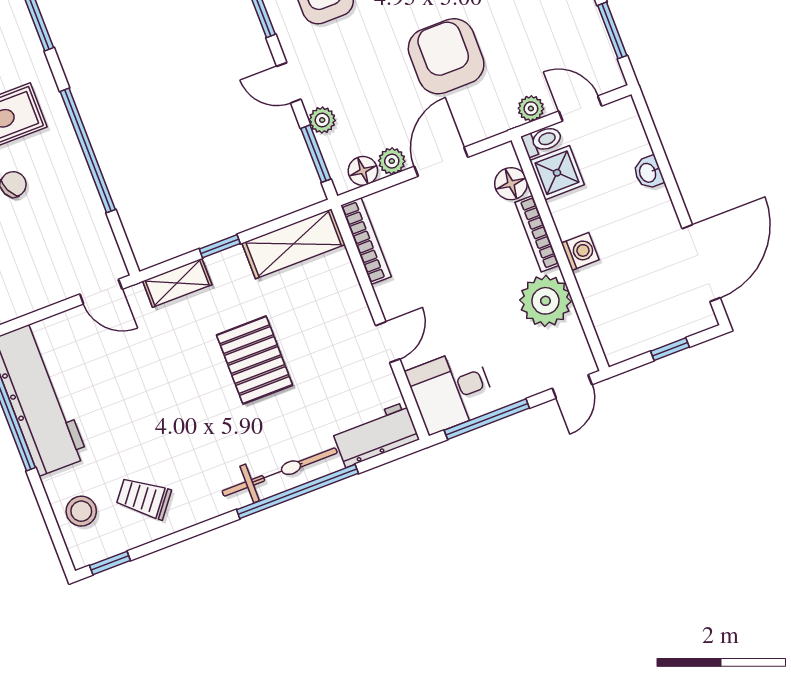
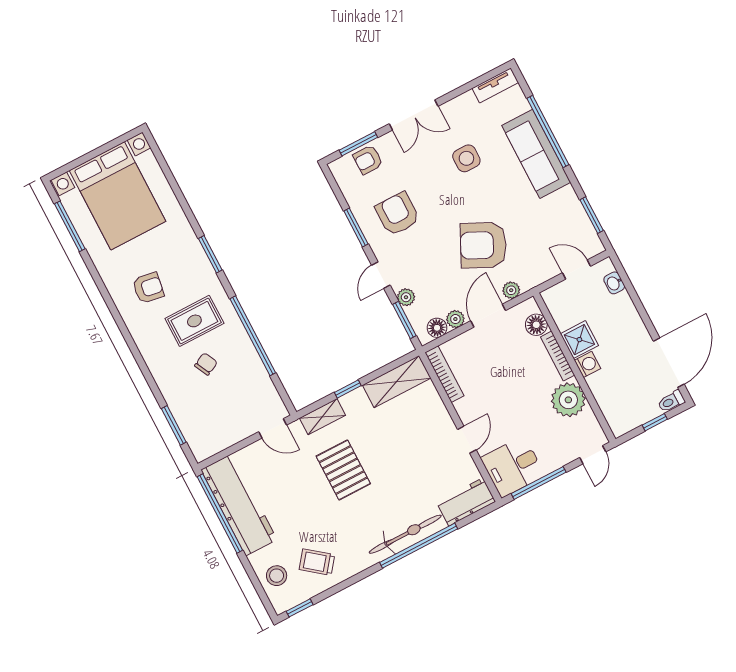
armchair: (446, 56) -> (483, 245), turned -64
door: (289, 83) -> (381, 275), hinge flipped
plant: (531, 108) -> (511, 290), moved
toilet: (542, 141) -> (671, 401), moved, turned 180
shower: (557, 173) -> (579, 340), moved
washbasin: (648, 173) -> (614, 283), moved
pallet: (255, 360) -> (343, 470), moved

